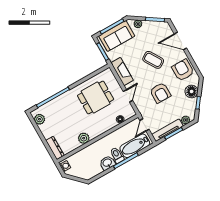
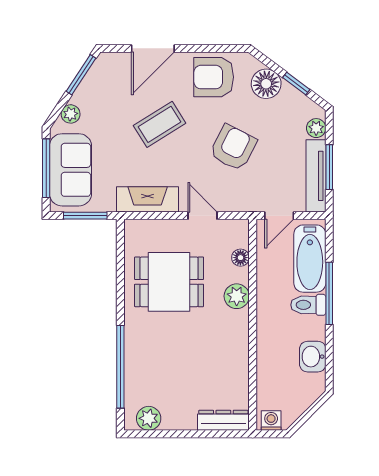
armchair: (160, 93) -> (233, 148), turned -63
dining table: (96, 97) -> (169, 282), turned 90
door: (144, 125) -> (279, 216), hinge flipped
plant: (84, 138) -> (237, 296), moved
washbasin: (107, 163) -> (313, 357), moved

